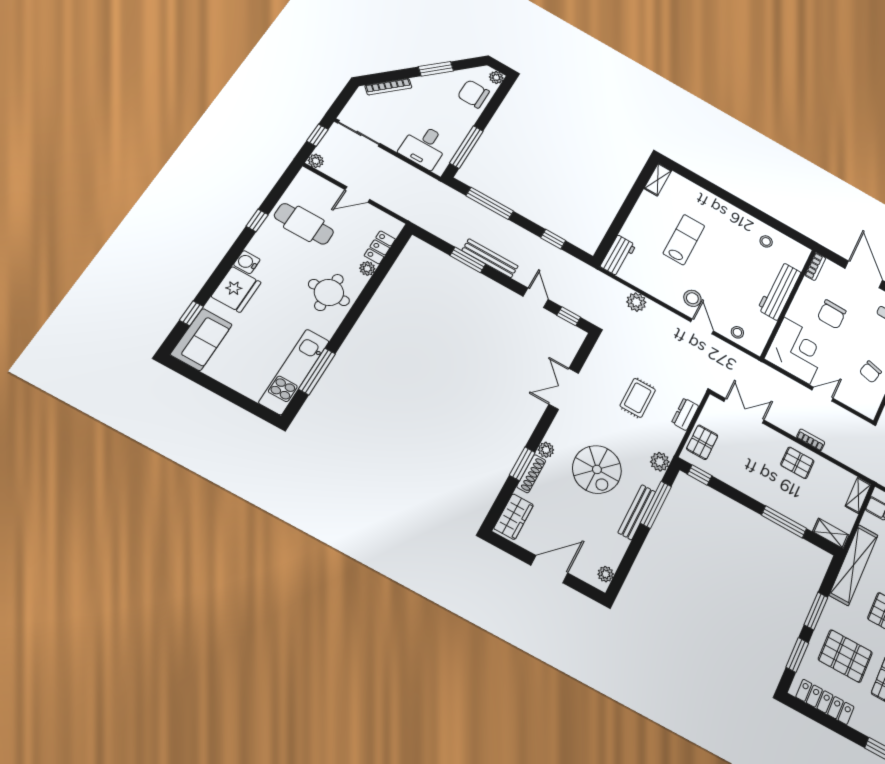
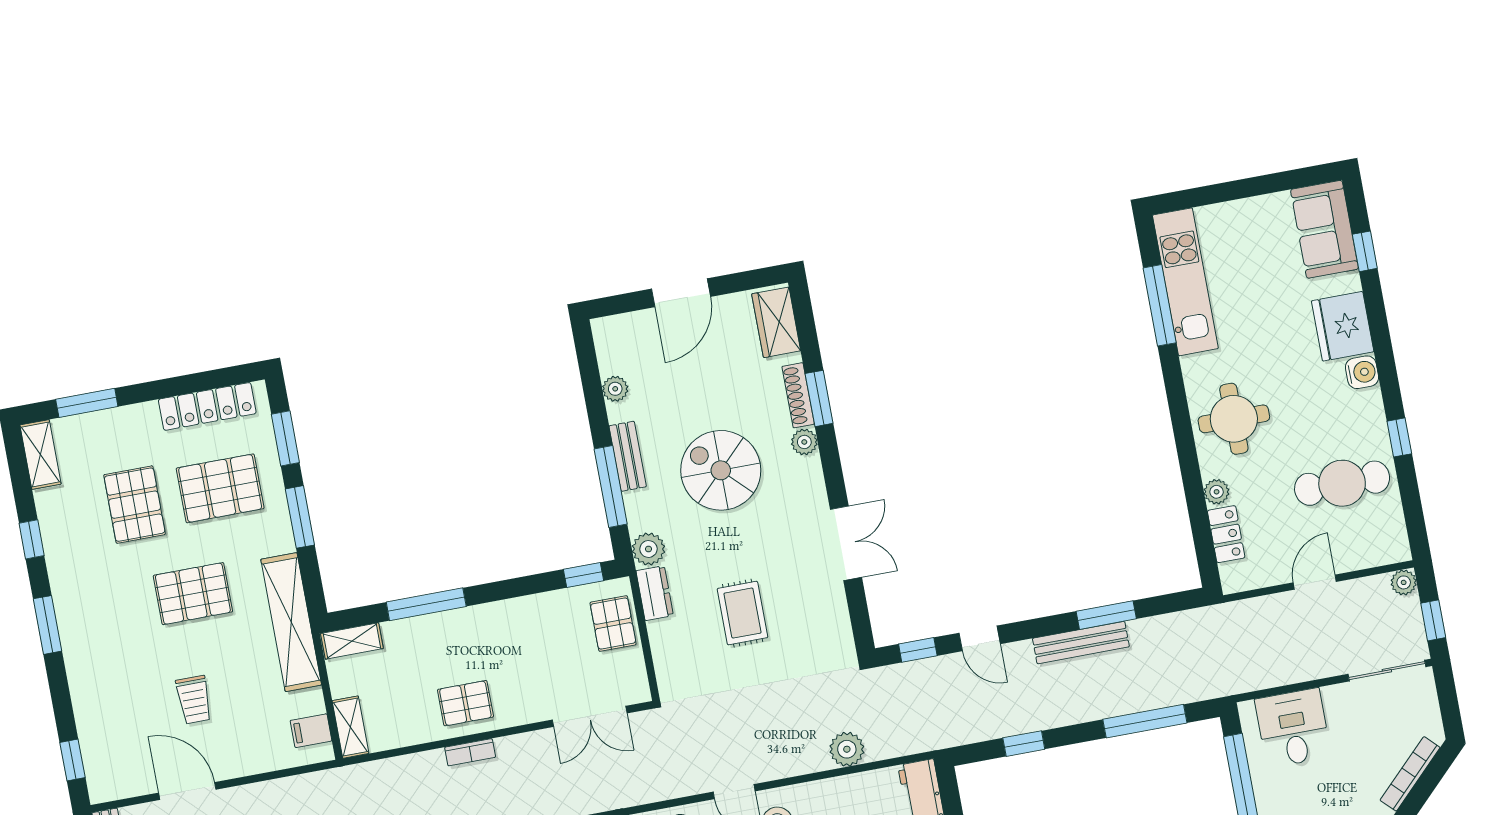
dresser: (685, 414) -> (655, 593), moved
bench: (637, 512) -> (628, 456), width x0.73
plant: (606, 574) -> (615, 389), moved

